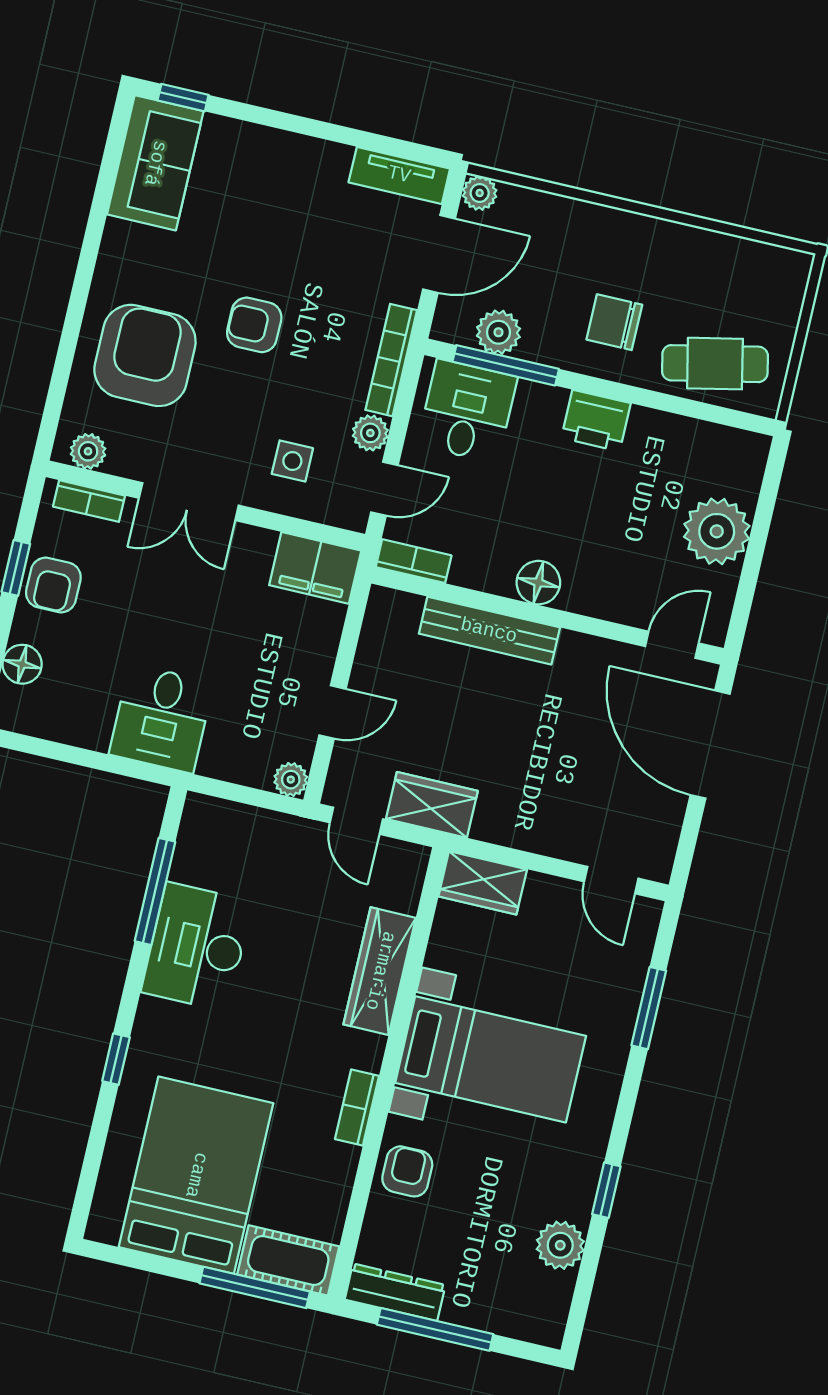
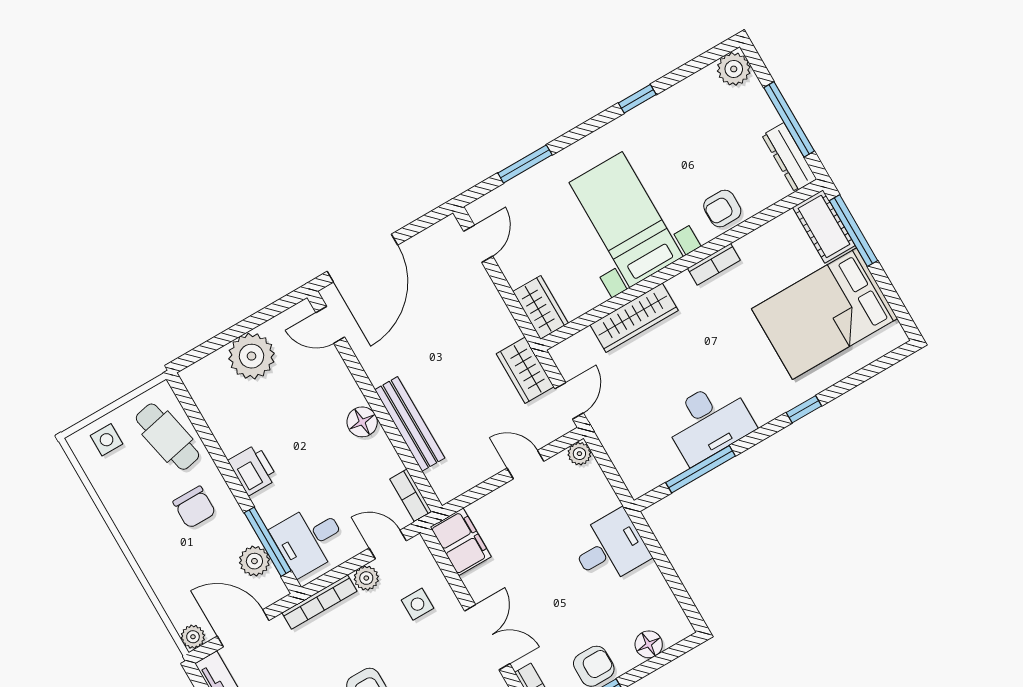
side table: (772, 297) -> (107, 440), added
plant: (560, 1245) -> (734, 69), moved

